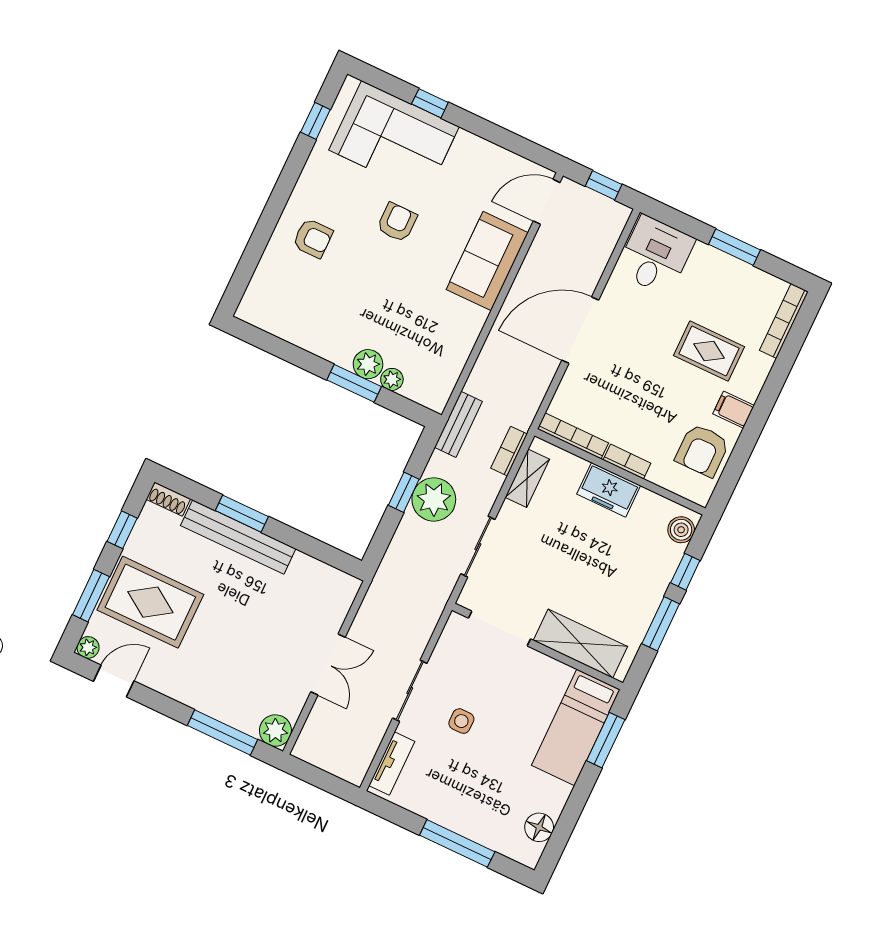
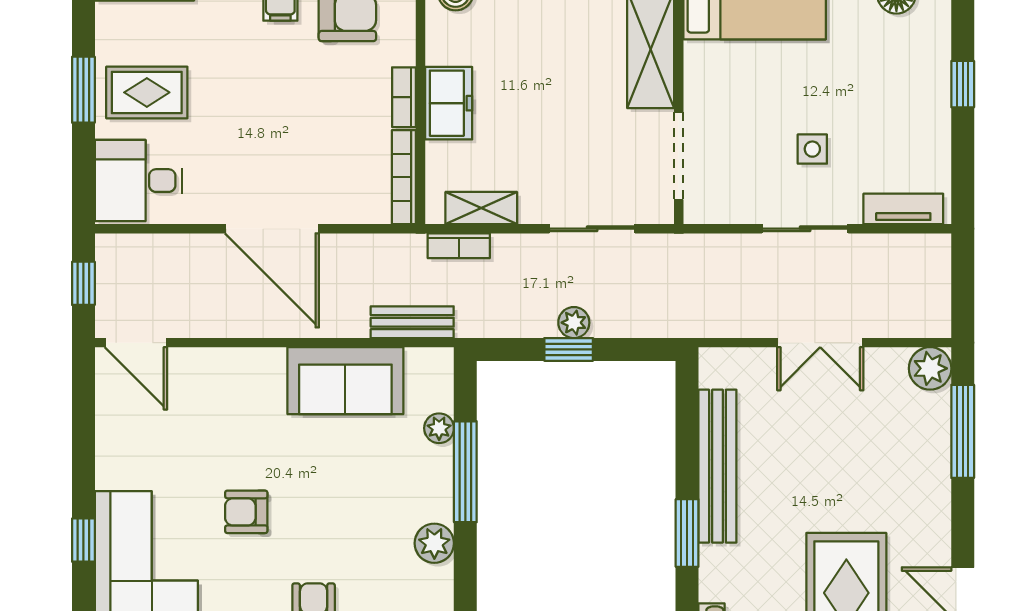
sofa: (487, 261) -> (345, 381), moved
rug: (709, 351) -> (147, 92), moved, turned 90
plant: (368, 364) -> (434, 543), moved
window: (354, 383) -> (465, 472), width x1.44
bench: (458, 424) -> (412, 322), moved
plant: (434, 499) -> (574, 323), width x0.53, depth x0.53
bench: (238, 537) -> (717, 466), moved
double door: (328, 665) -> (820, 343), swing flipped
window: (457, 843) -> (963, 84), width x0.46

